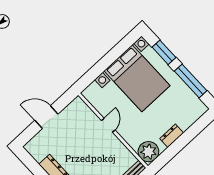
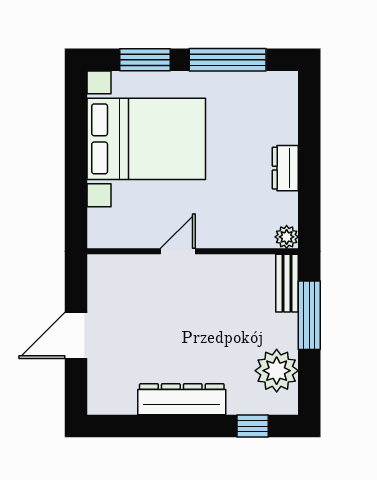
door: (108, 125) -> (178, 251), hinge flipped
plant: (148, 152) -> (287, 237), width x0.53, depth x0.53

